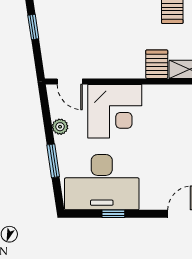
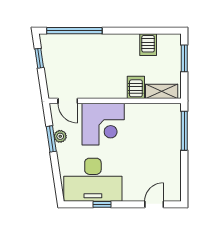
window: (53, 161) -> (51, 139), moved

